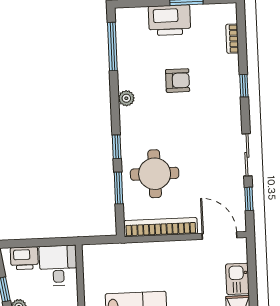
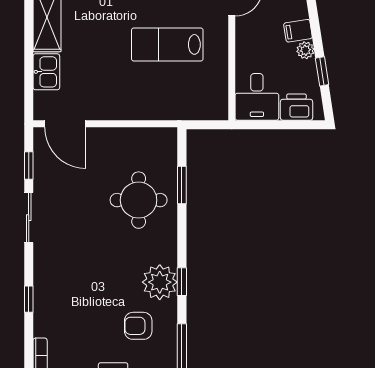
armchair: (178, 81) -> (138, 326), moved
plant: (126, 98) -> (160, 282), width x1.87, depth x1.87
window: (117, 147) -> (182, 282), moved
bookcase: (161, 227) -> (134, 137), removed

